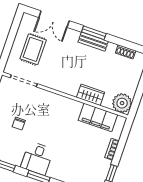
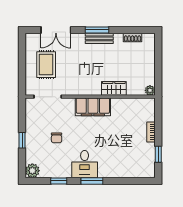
plant: (122, 103) -> (150, 90), width x0.53, depth x0.53
filing cabinet: (98, 117) -> (93, 107), moved

